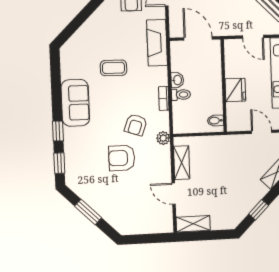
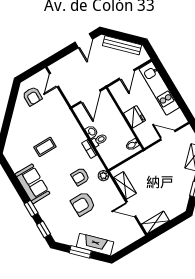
door: (253, 37) -> (127, 75), hinge flipped
door: (198, 38) -> (90, 96), swing flipped
fireplace: (157, 43) -> (95, 244), moved, turned 135
armchair: (136, 125) -> (80, 177), turned 71

